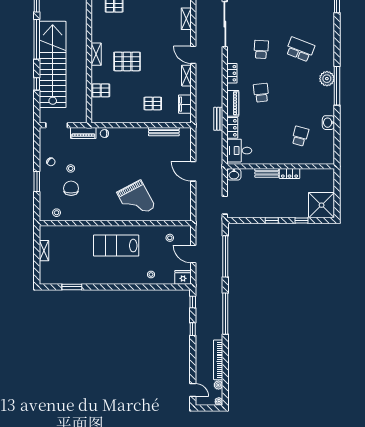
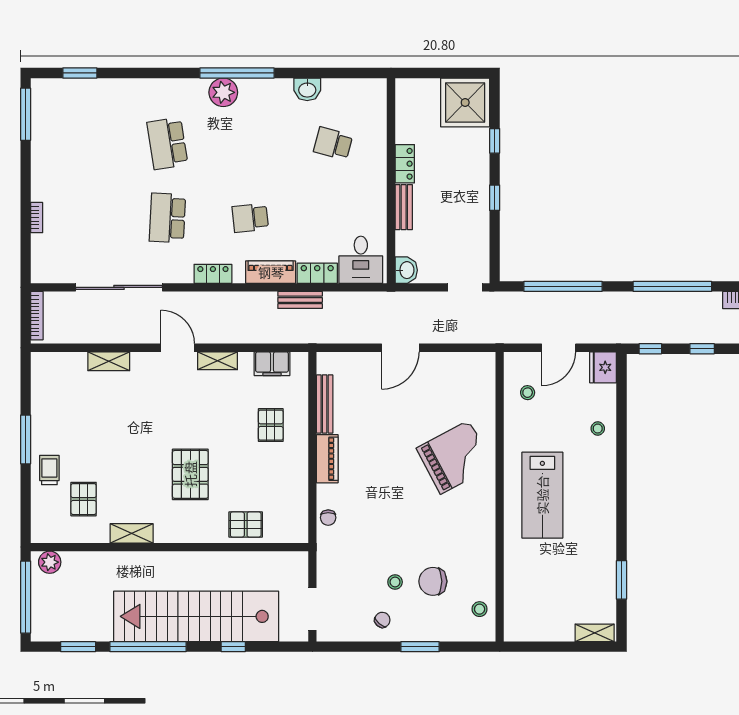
school desk: (261, 49) -> (167, 218), width x1.85
school desk: (300, 49) -> (167, 143), turned -30
shelving: (96, 54) -> (132, 533), moved
door: (193, 55) -> (178, 348), swing flipped
pallet: (101, 90) -> (246, 524), turned 90
piano: (83, 133) -> (327, 459), moved
shelving: (44, 251) -> (595, 633), moved

